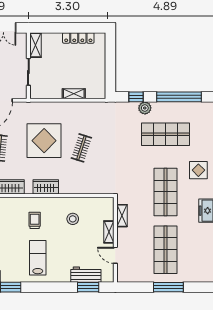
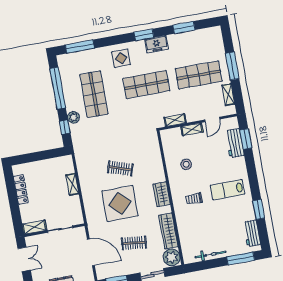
shelving: (139, 277) -> (228, 95), added

